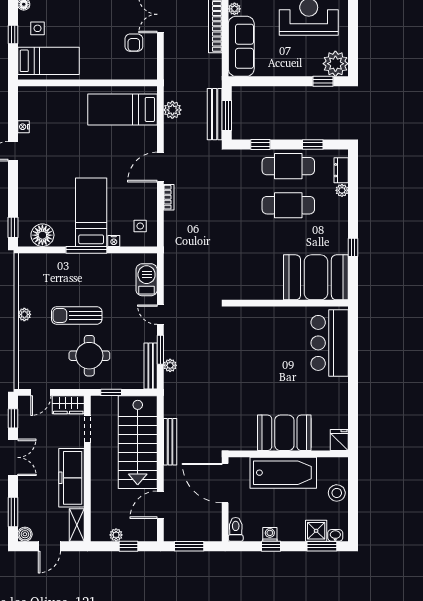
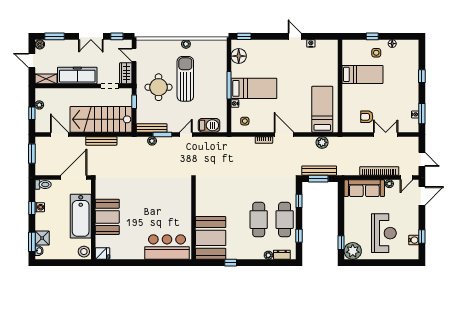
bed: (48, 61) -> (362, 74), moved, turned -90
sun lounger: (77, 315) -> (185, 79), width x1.36, depth x1.34
stool: (337, 493) -> (84, 252), moved

